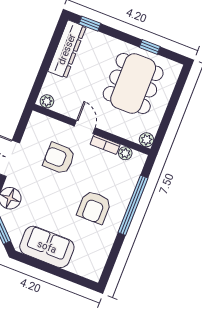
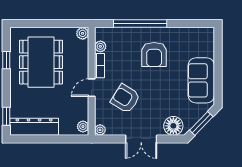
dining table: (133, 83) -> (41, 62), turned 90
plant: (36, 118) -> (100, 130), added
armchair: (59, 158) -> (125, 99), turned 122
armchair: (94, 207) -> (154, 55), turned 90

